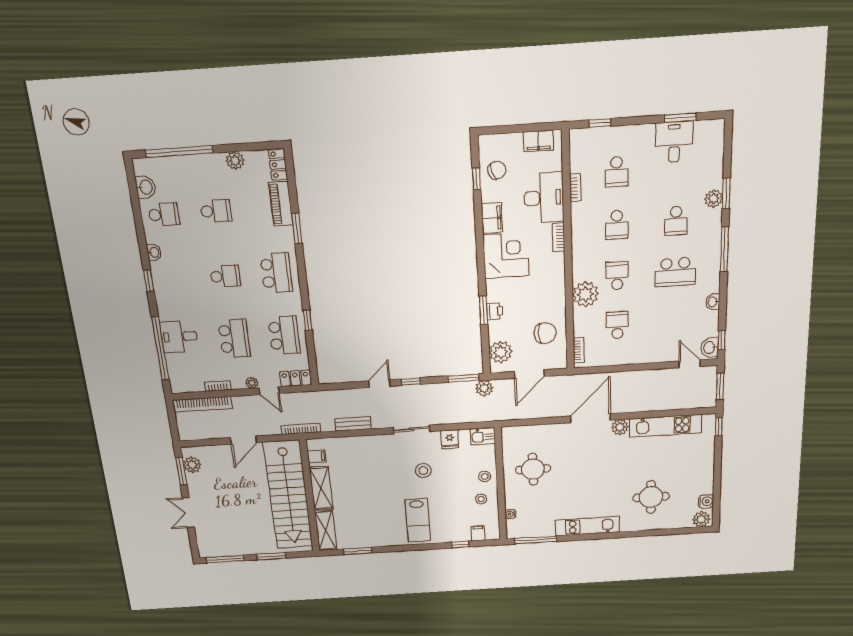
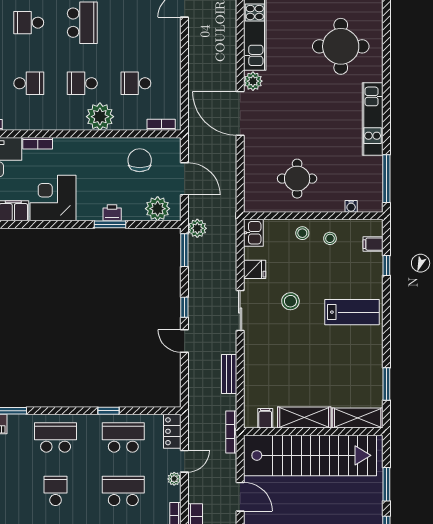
school desk: (676, 221) -> (29, 23), turned 180
round table: (651, 497) -> (341, 46), width x1.36, depth x1.36

